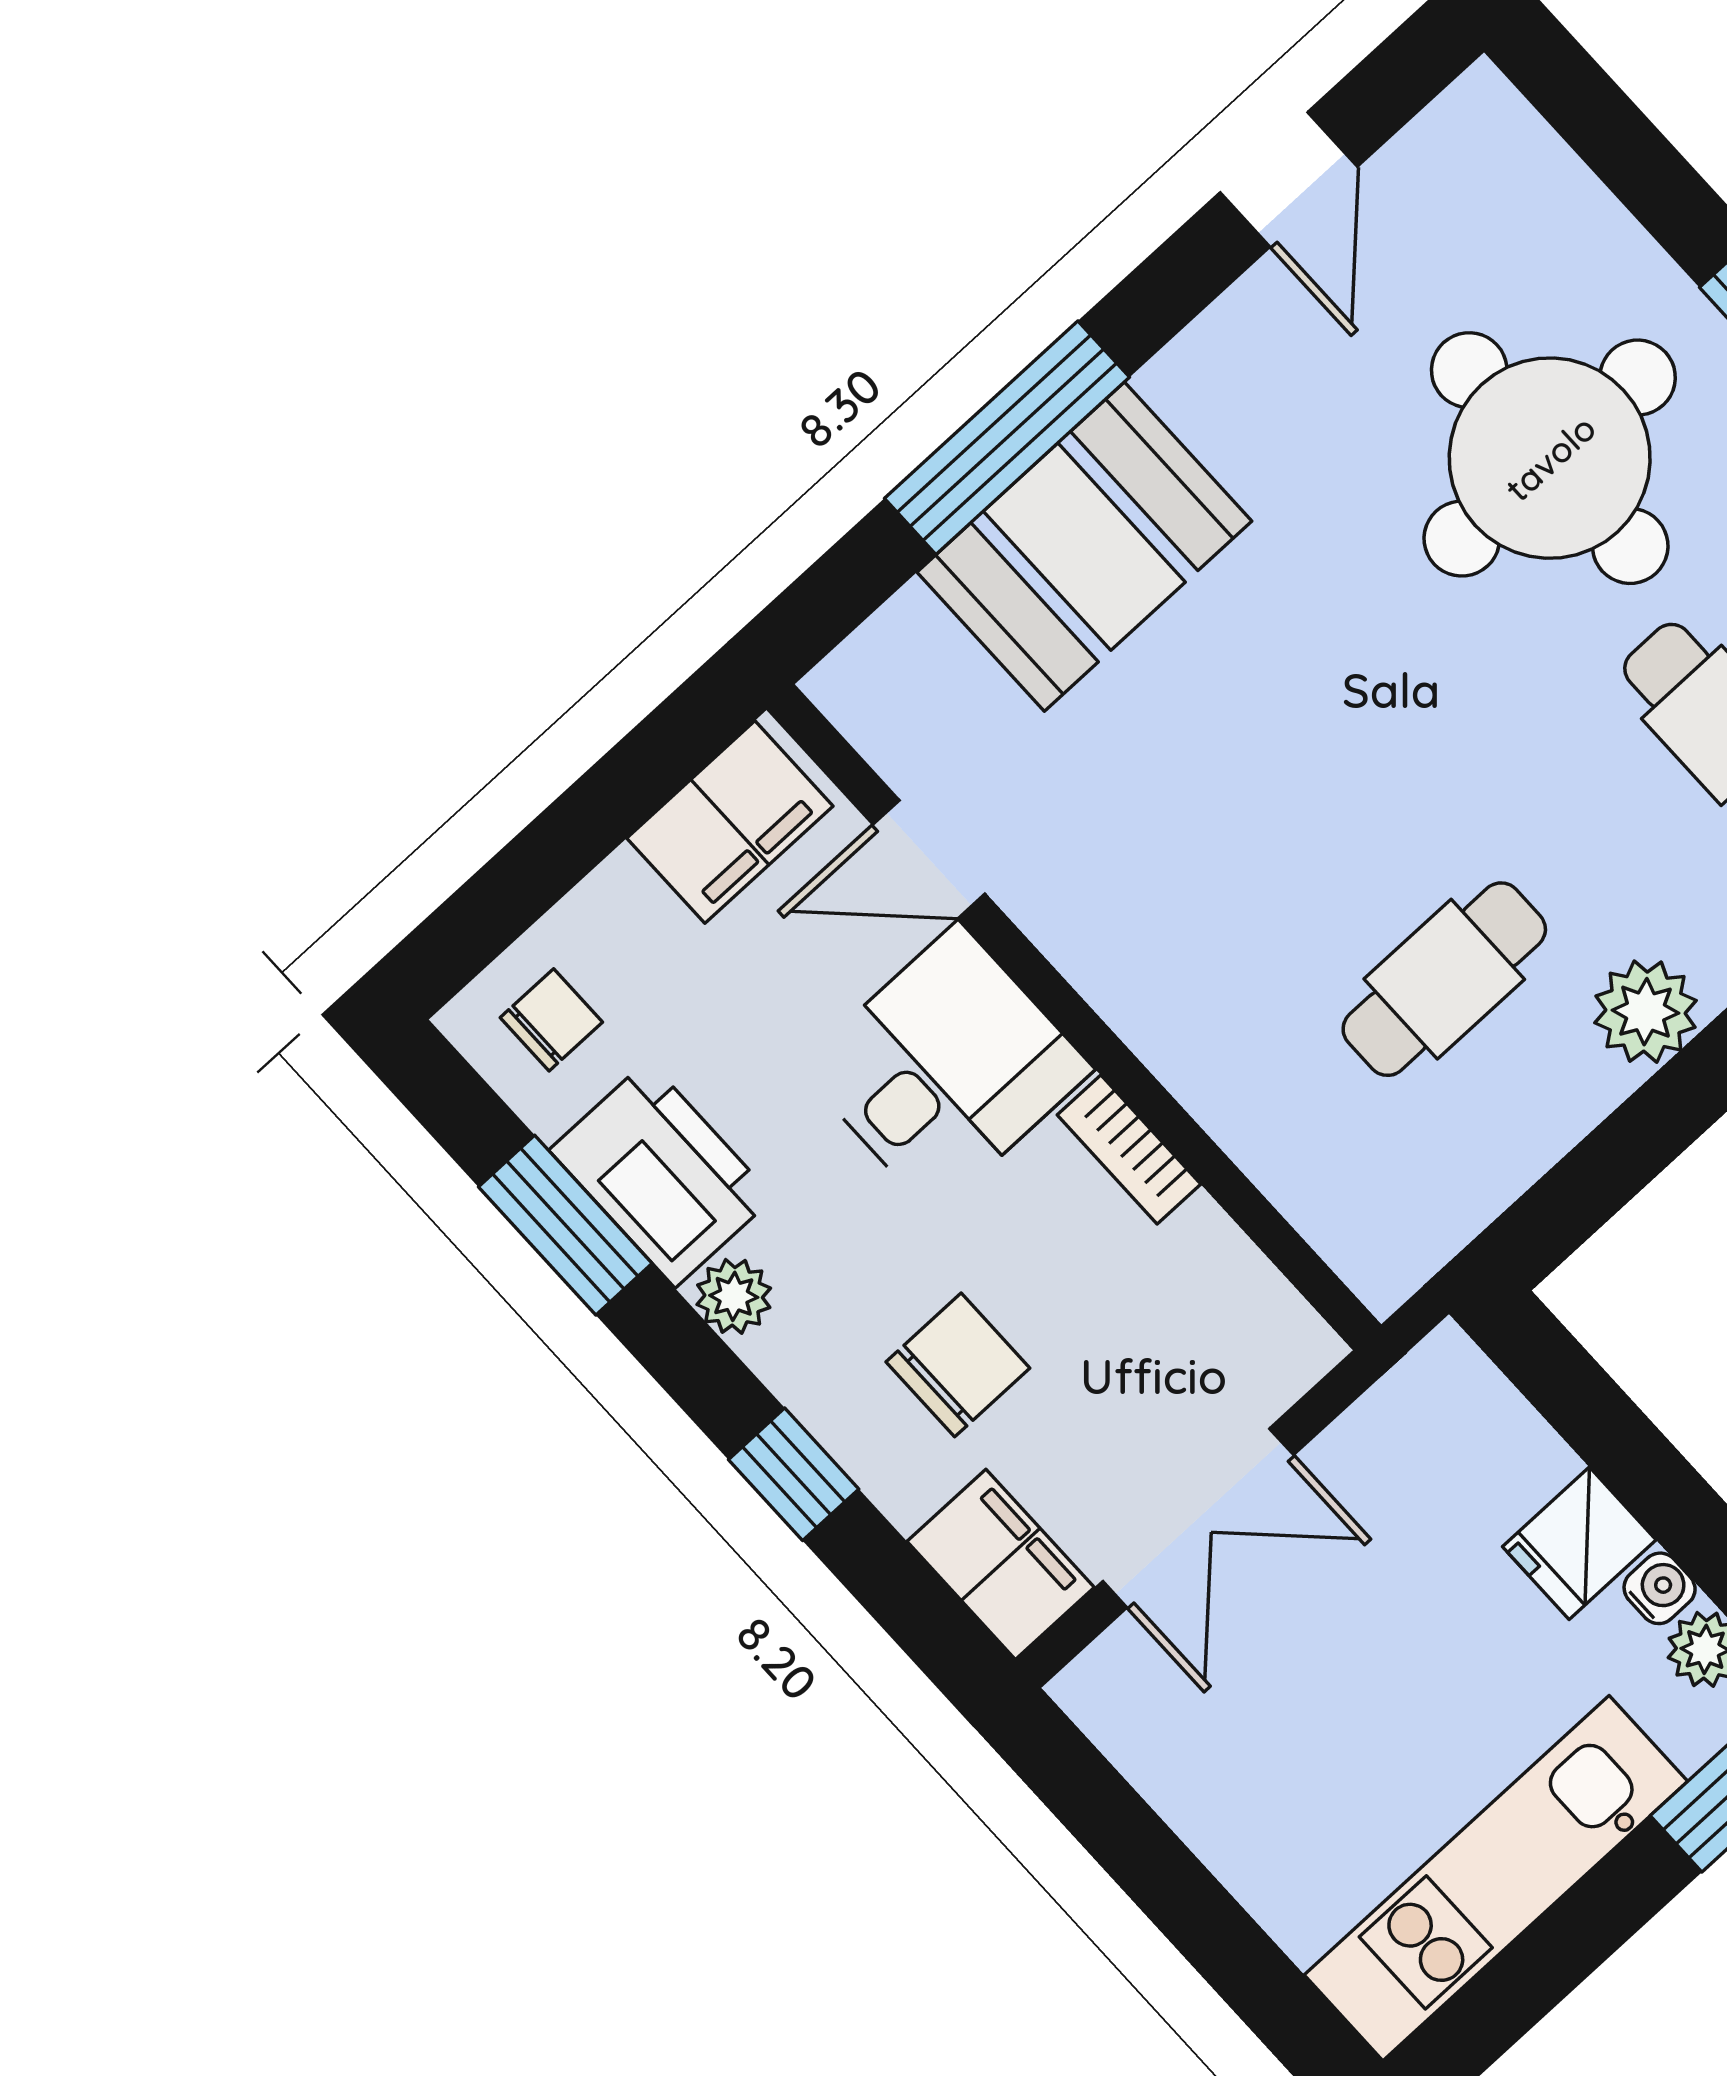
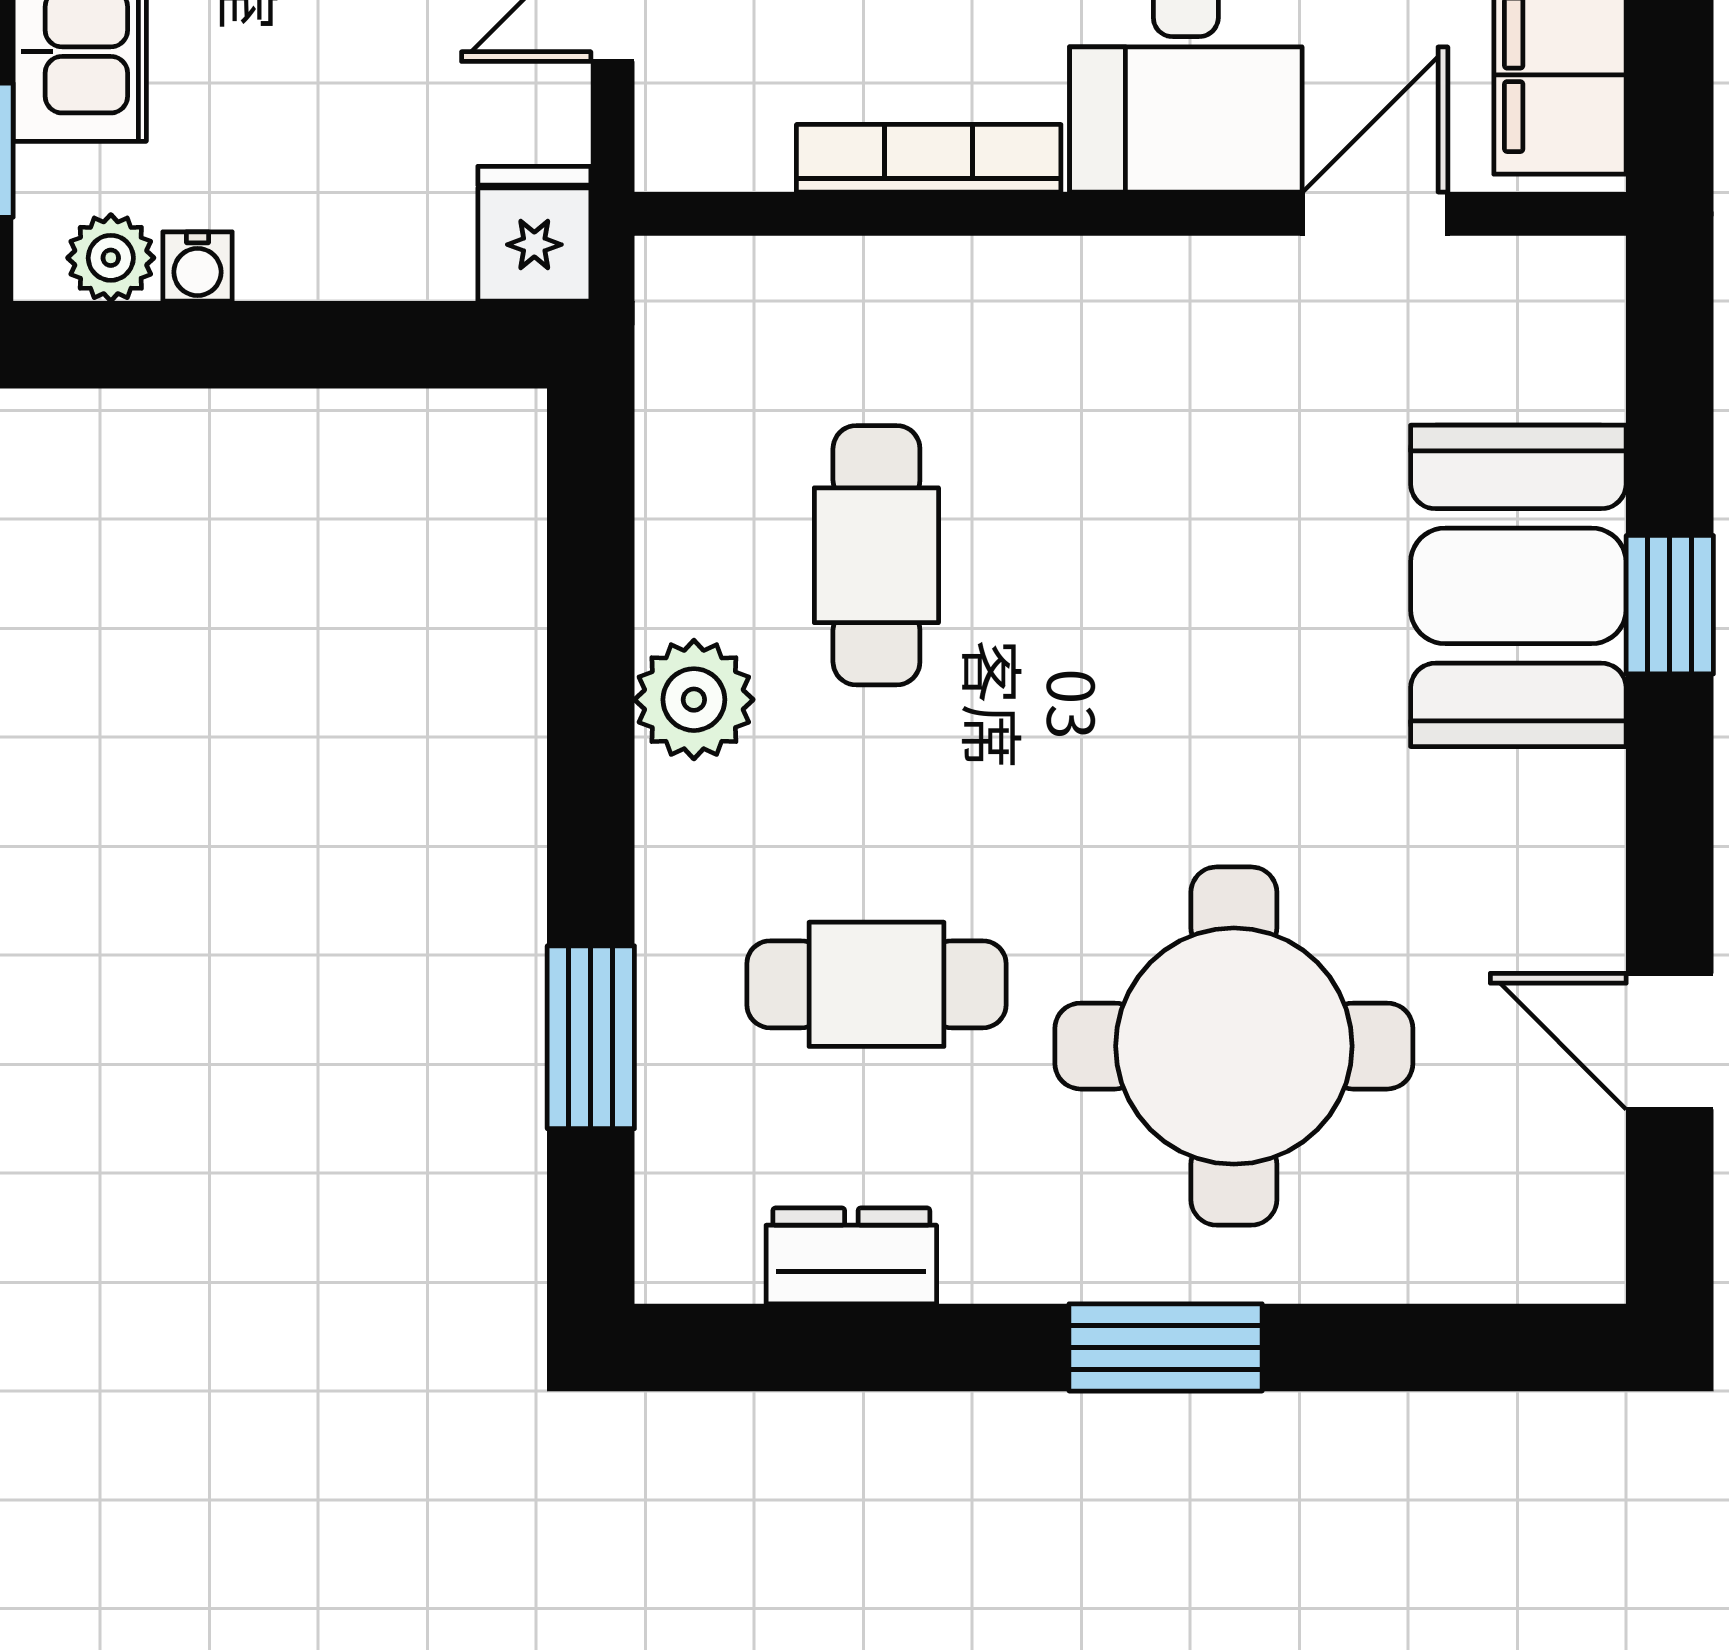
window: (1007, 438) -> (1670, 605), width x0.46
bookcase: (1129, 1150) -> (929, 158), width x1.56
fridge: (1579, 1543) -> (534, 234), moved

